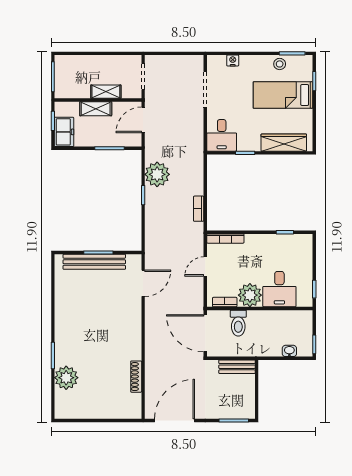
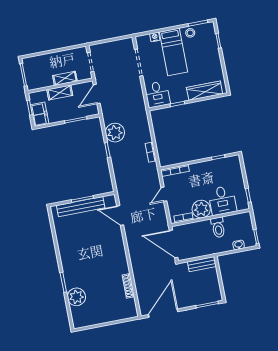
bed: (283, 95) -> (173, 52), moved, turned -90
door: (143, 283) -> (120, 216), swing flipped
toilet: (238, 323) -> (218, 227), moved

